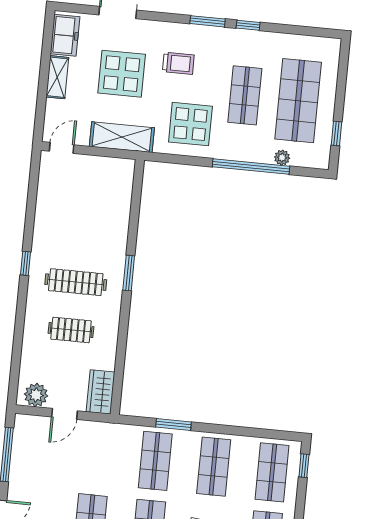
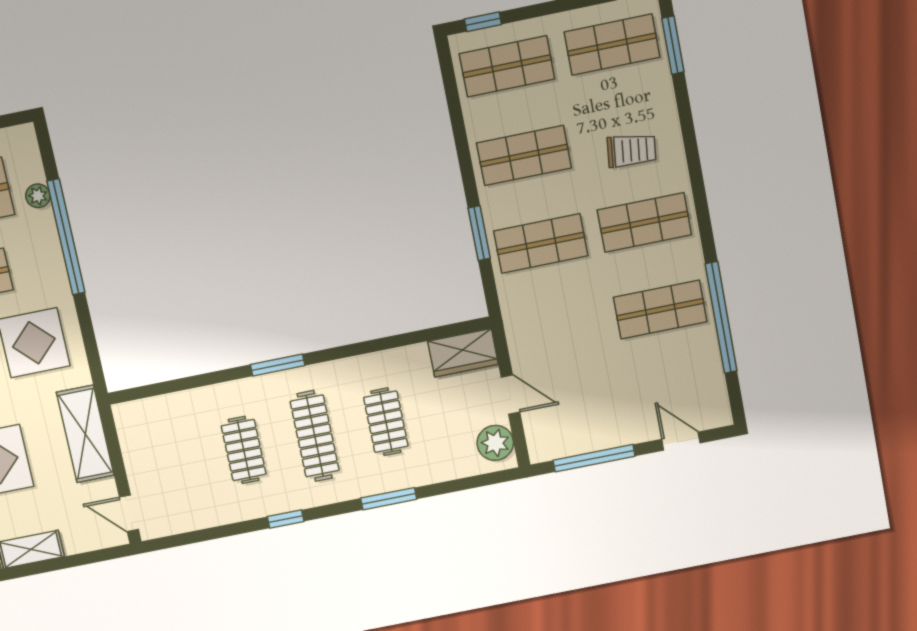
clothes rail: (80, 234) -> (244, 450), added
window: (25, 263) -> (286, 519), moved
window: (20, 316) -> (389, 499), added

